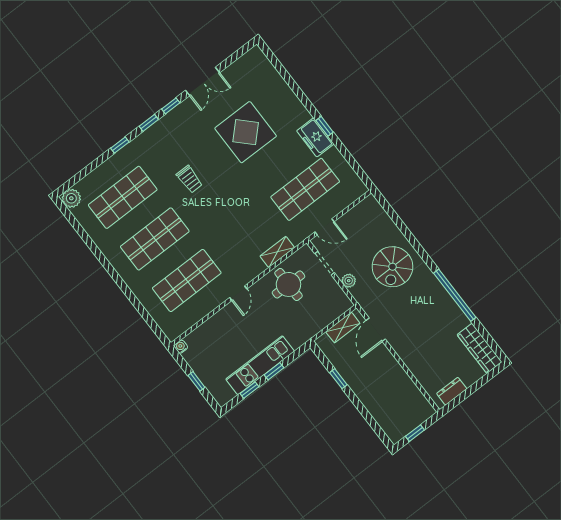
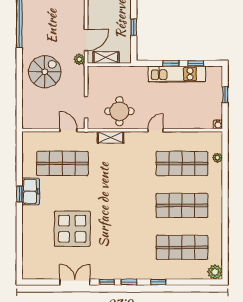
trolley: (189, 179) -> (131, 226), removed
plant: (349, 281) -> (79, 59), moved
plant: (156, 313) -> (218, 158), added

